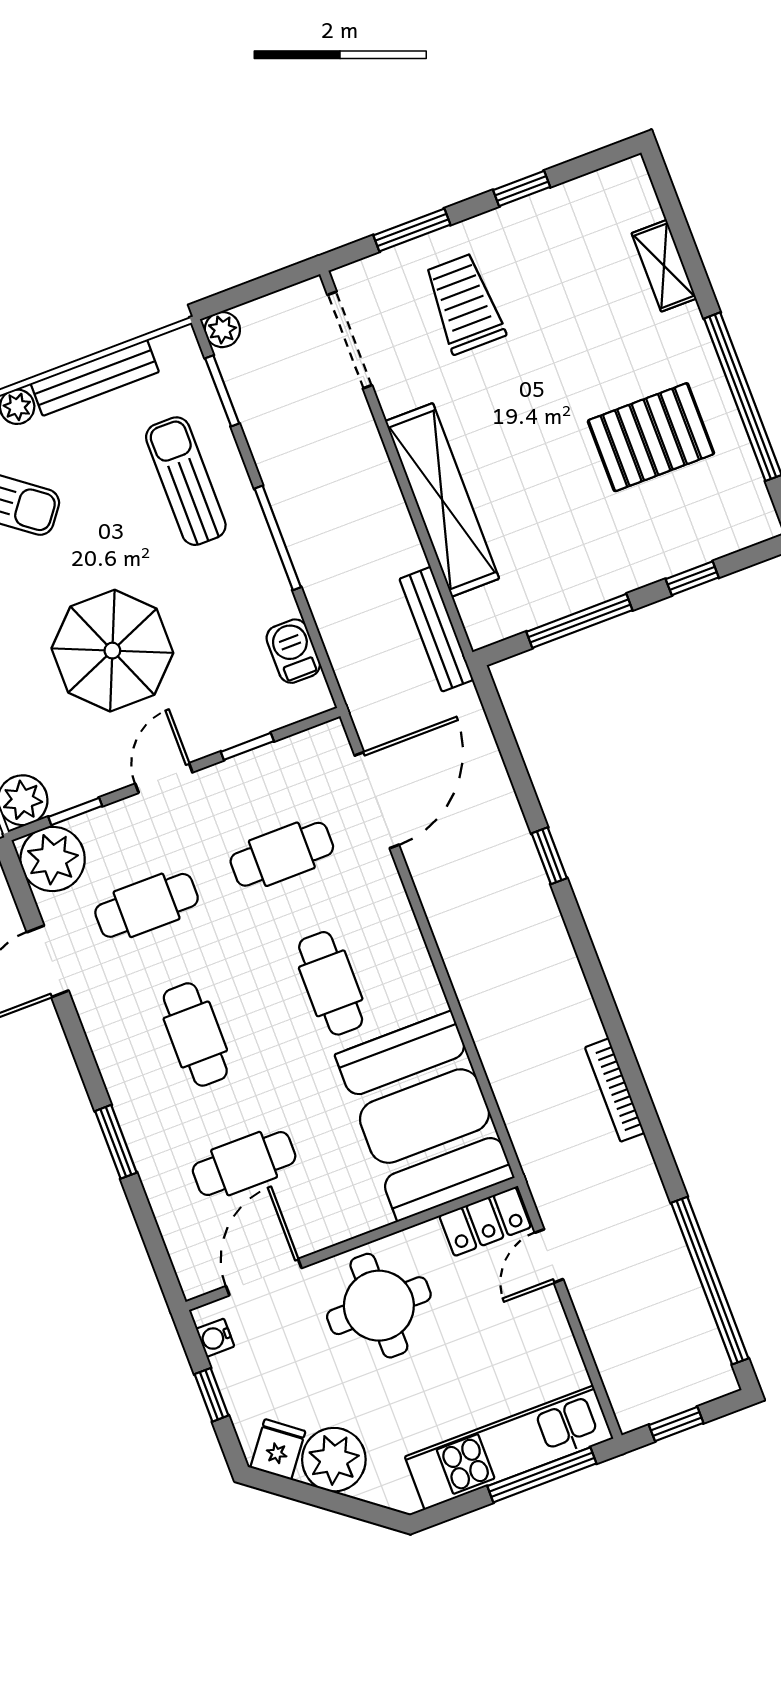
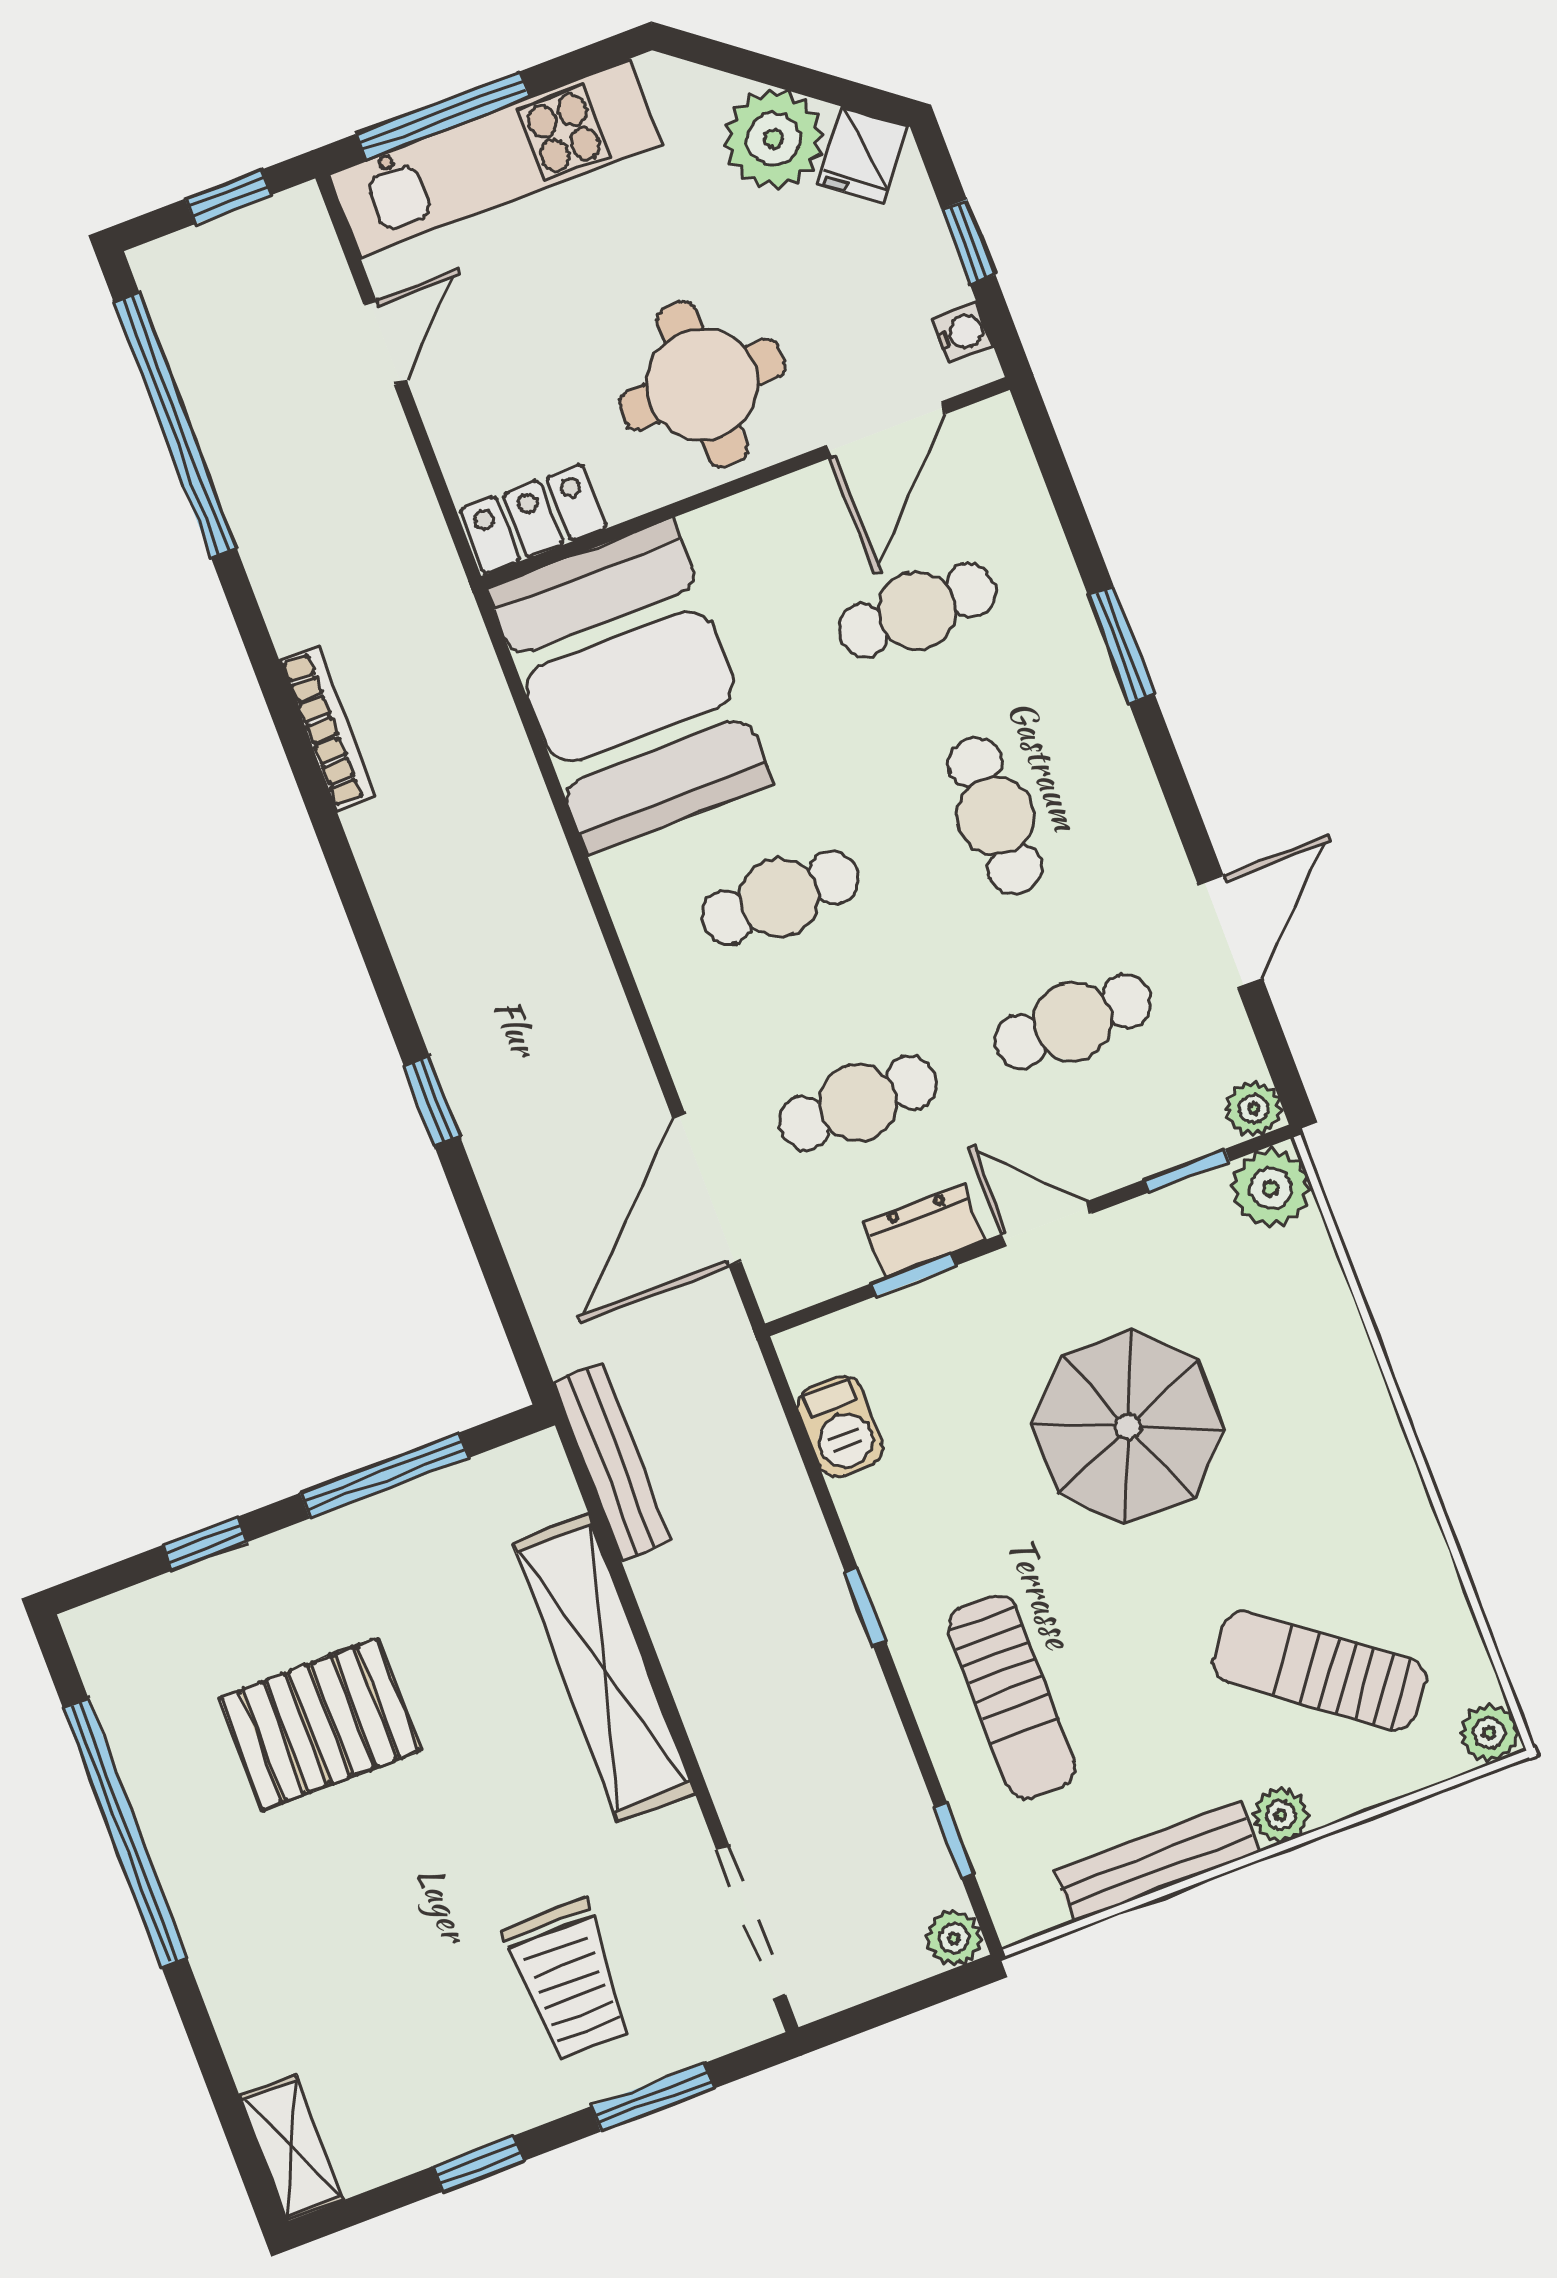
shelving: (664, 266) -> (292, 2148), moved
window: (222, 391) -> (954, 1841), width x0.67
pallet: (651, 437) -> (319, 1724), moved
window: (278, 538) -> (865, 1607), width x0.46
dresser: (240, 774) -> (924, 1231), added
door: (164, 778) -> (1046, 1224), swing flipped
plant: (53, 859) -> (1254, 1109), width x0.53, depth x0.53
cafe table: (331, 983) -> (780, 898), turned 90
door: (549, 1256) -> (385, 342), moved

